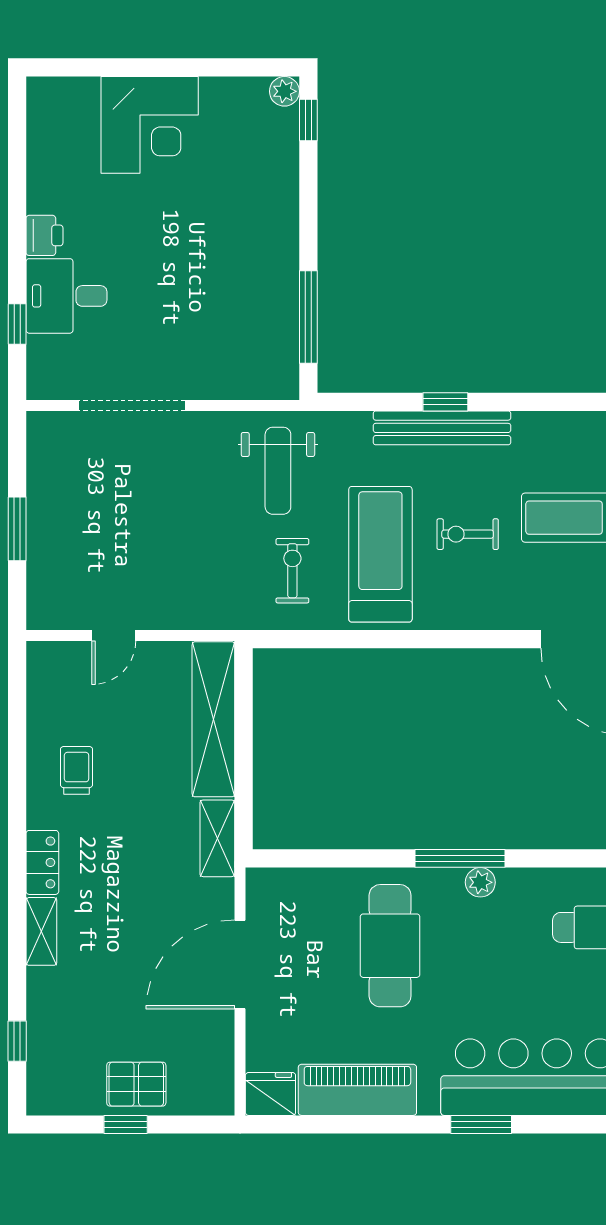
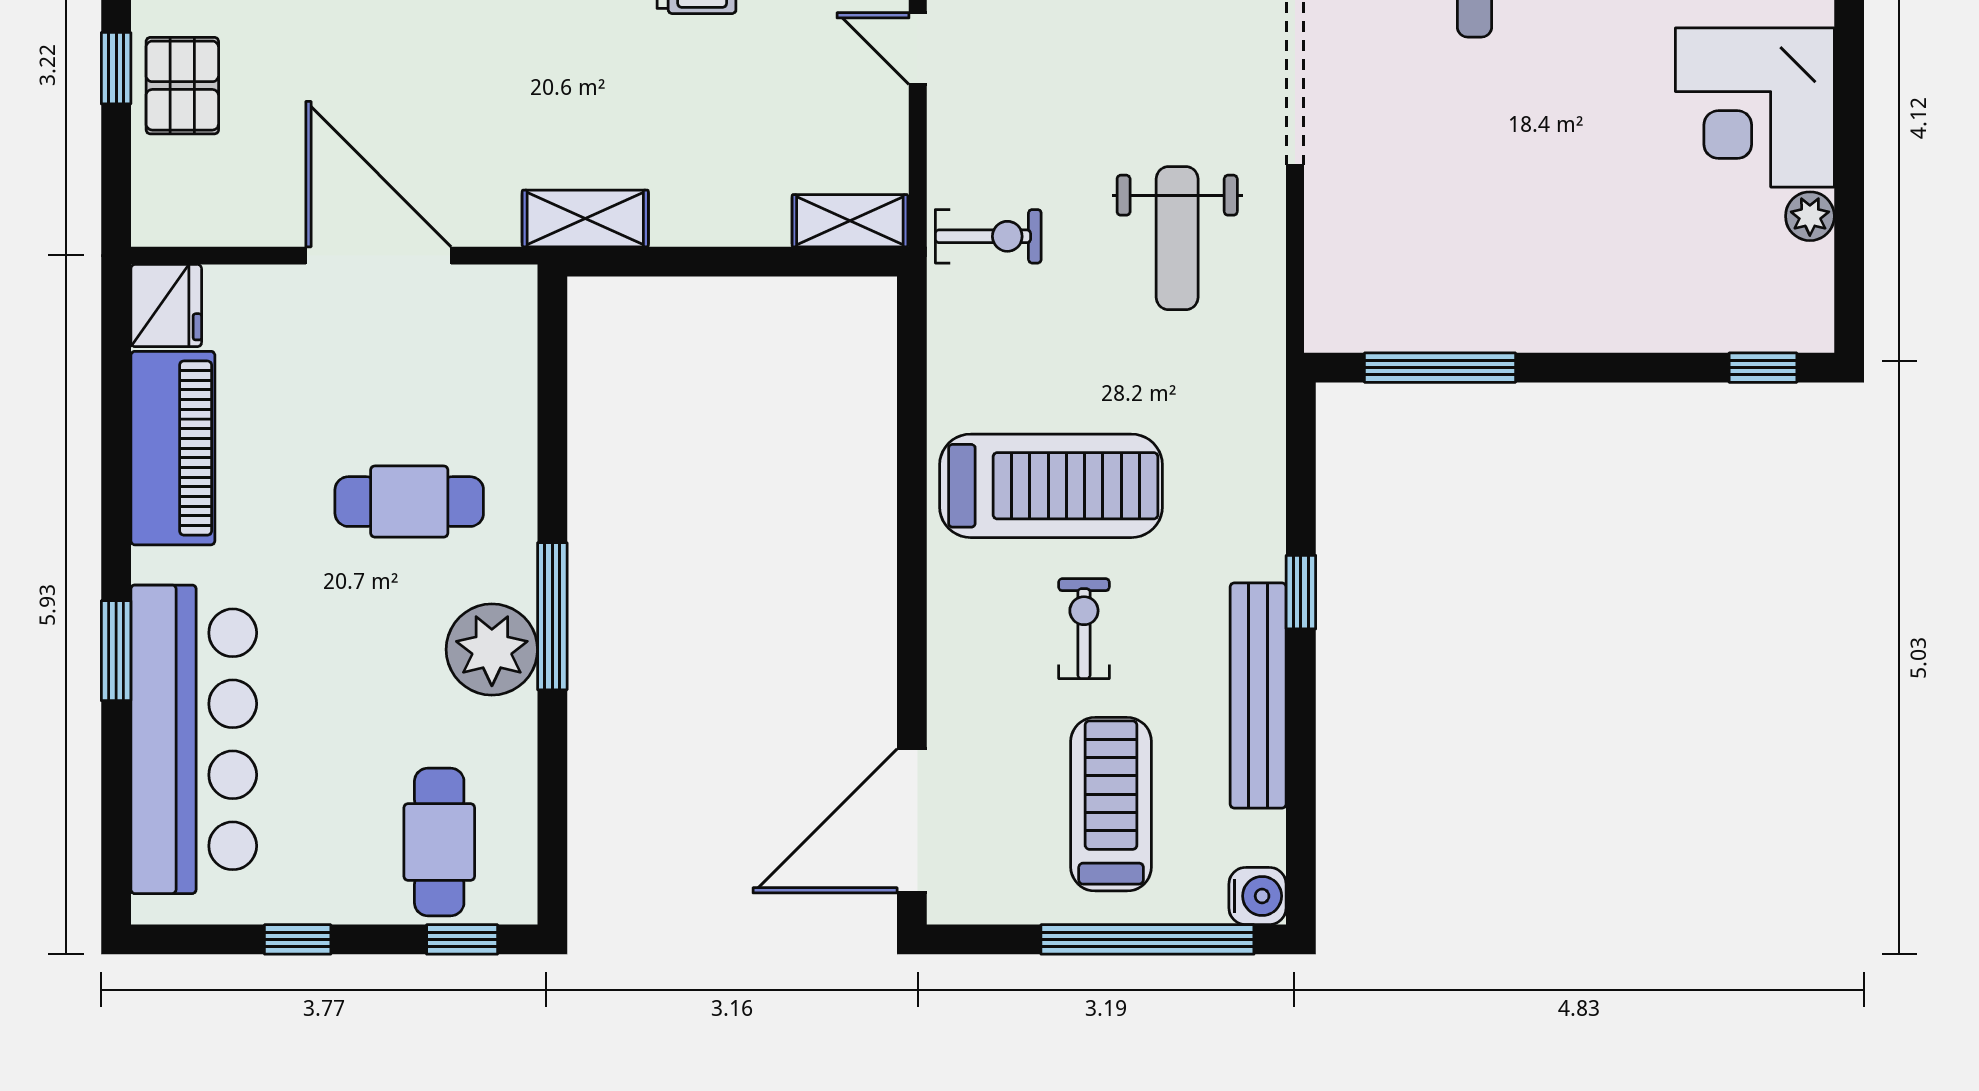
plant: (284, 91) -> (1810, 216), moved
bench: (442, 428) -> (1258, 695), moved
weight bench: (278, 471) -> (1177, 238), moved, turned -90
exercise bike: (292, 571) -> (988, 236), moved
shelving: (213, 719) -> (850, 221), width x0.45, depth x0.75
plant: (480, 882) -> (492, 650), width x1.88, depth x1.88
cafe table: (390, 946) -> (409, 502), width x0.73, depth x0.74

